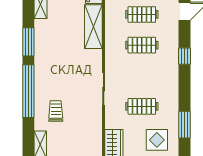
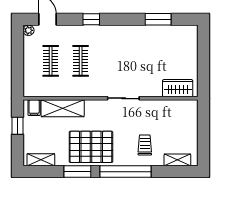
pallet: (54, 56) -> (91, 147), added
clothes rail: (142, 106) -> (140, 61), removed
trolley: (56, 111) -> (145, 145), turned 90
display table: (157, 140) -> (173, 46), removed

